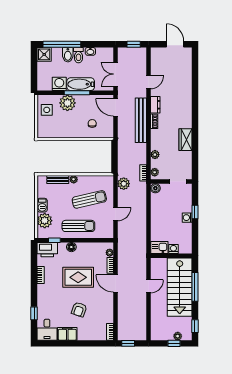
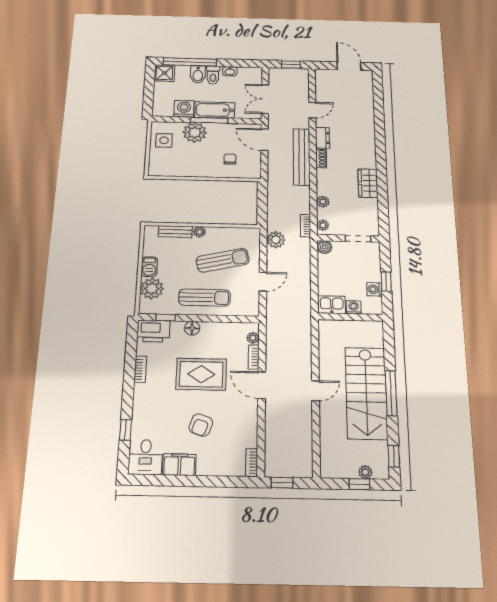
kitchen sink: (159, 247) -> (332, 305), moved
washing machine: (173, 249) -> (354, 307), moved
wall: (171, 256) -> (350, 317), moved

